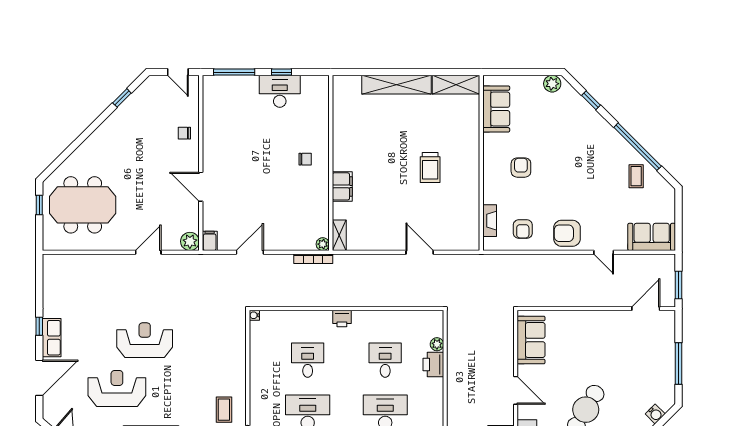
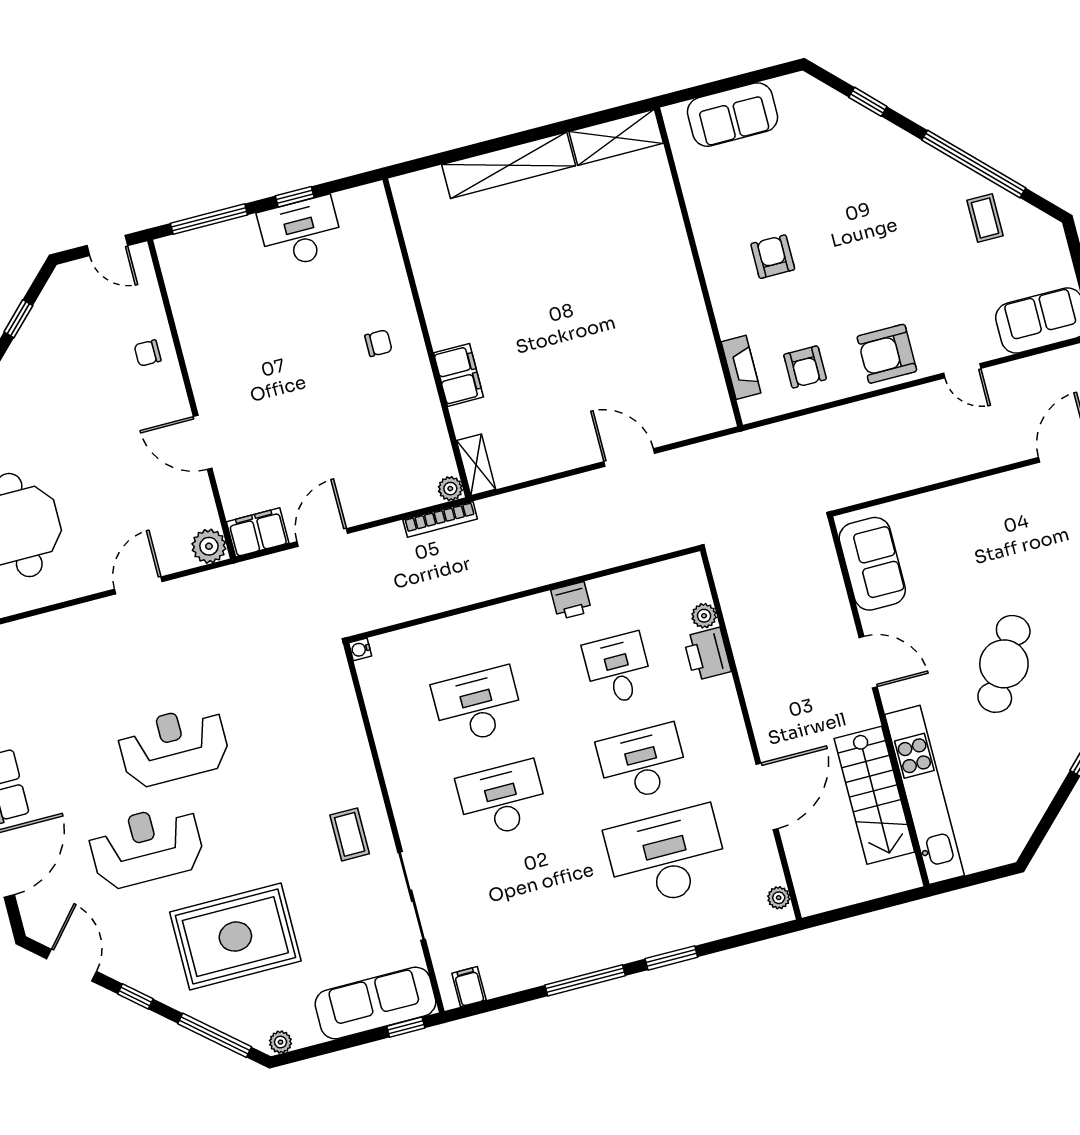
plant: (552, 84) -> (790, 90), removed
sofa: (496, 109) -> (733, 115), moved, turned 90
trolley: (430, 168) -> (608, 300), removed
filing cabinet: (210, 241) -> (258, 532), width x2.00
printer: (342, 319) -> (571, 601), moved
desk: (308, 360) -> (478, 705), width x1.37

